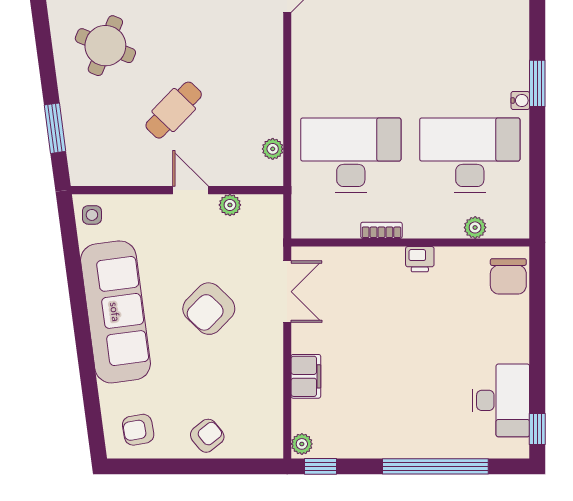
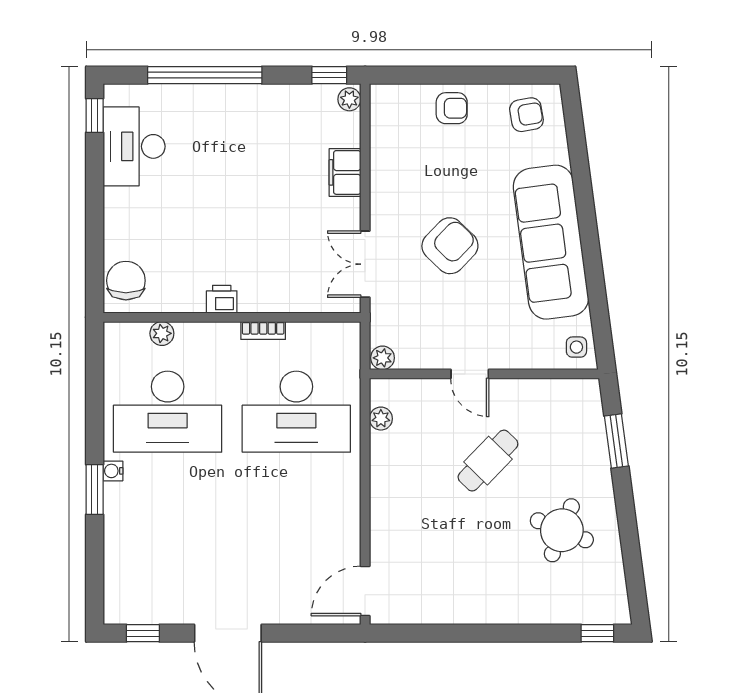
plant: (230, 205) -> (383, 358), moved
armchair: (207, 436) -> (452, 108), turned -141

